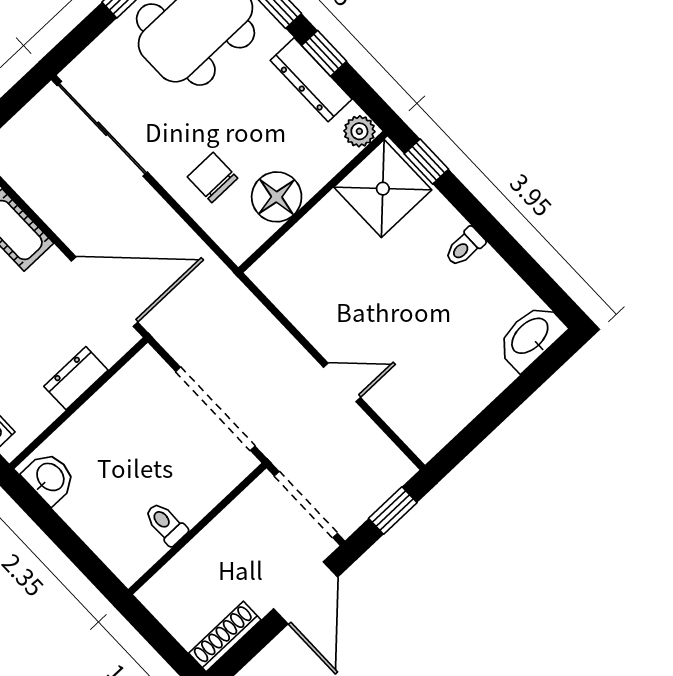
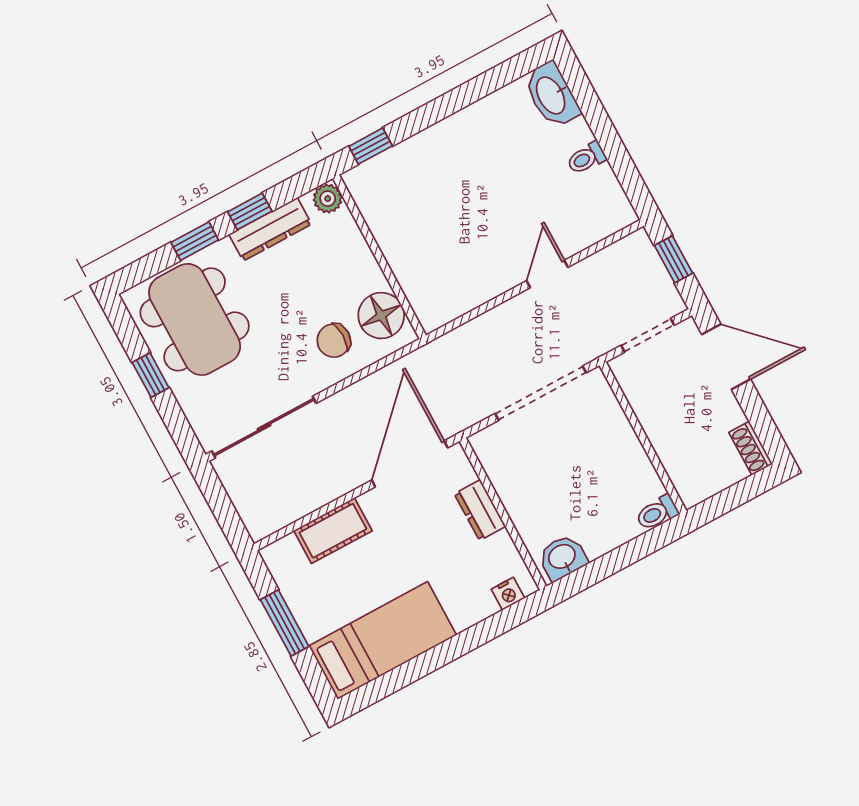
shower: (383, 189) -> (384, 191), removed
floor lamp: (277, 197) -> (381, 316), moved
toilet: (465, 247) -> (586, 158), moved, turned 90
doorway: (306, 505) -> (648, 335), width x0.73
toilet: (166, 524) -> (657, 513), moved
shoe rack: (225, 636) -> (751, 448), width x0.70

